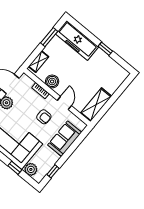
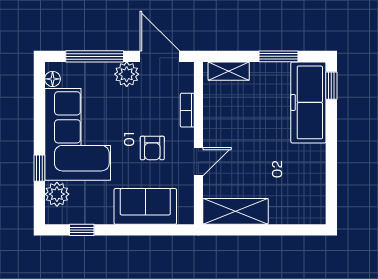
window: (105, 49) -> (331, 86), moved
boiler: (52, 81) -> (216, 116), removed

